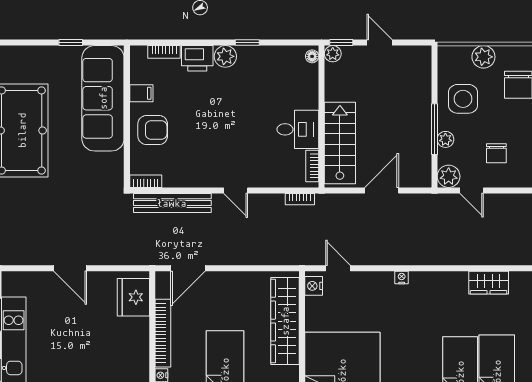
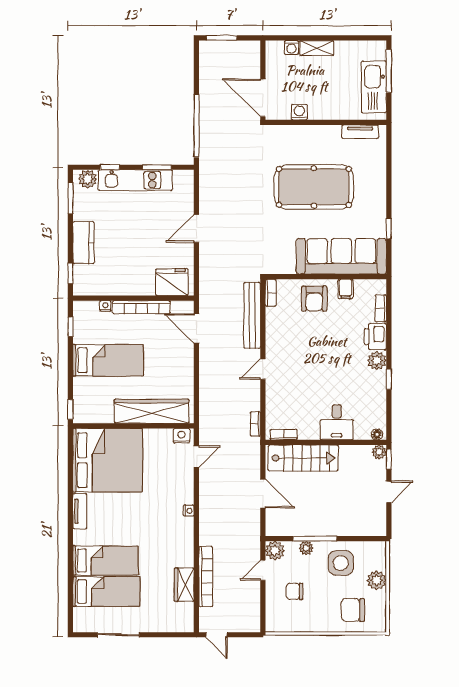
desk: (298, 129) -> (337, 422), moved
bookcase: (479, 257) -> (206, 577), added

